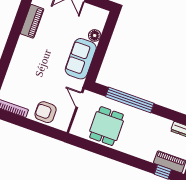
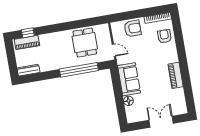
piano: (32, 21) -> (176, 75), moved
armchair: (16, 84) -> (164, 36), added

